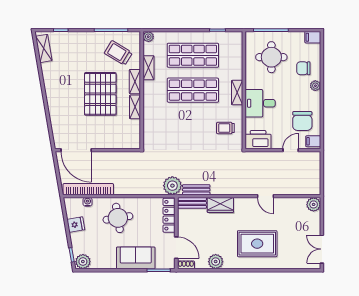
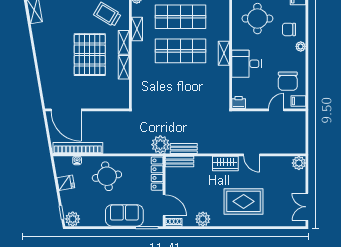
trolley: (225, 128) -> (212, 88), removed
printer: (258, 140) -> (239, 102), width x0.53, depth x0.68
wardrobe: (220, 205) -> (225, 164), moved

